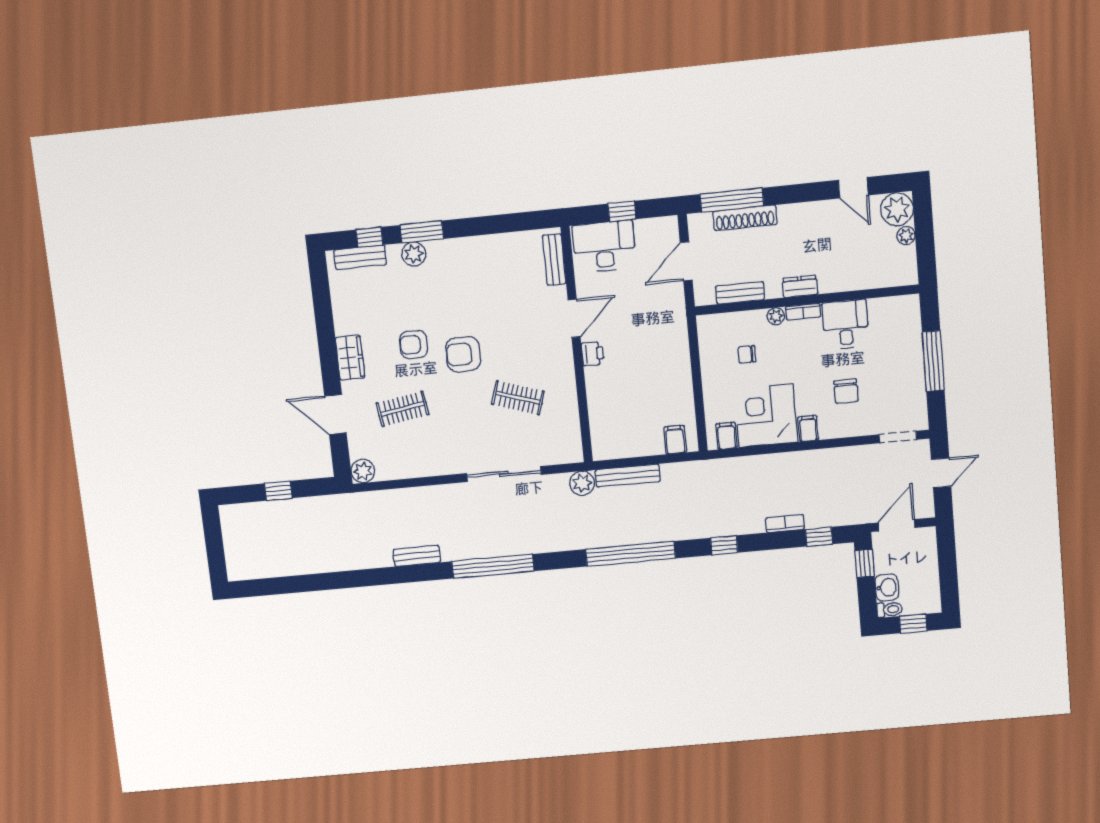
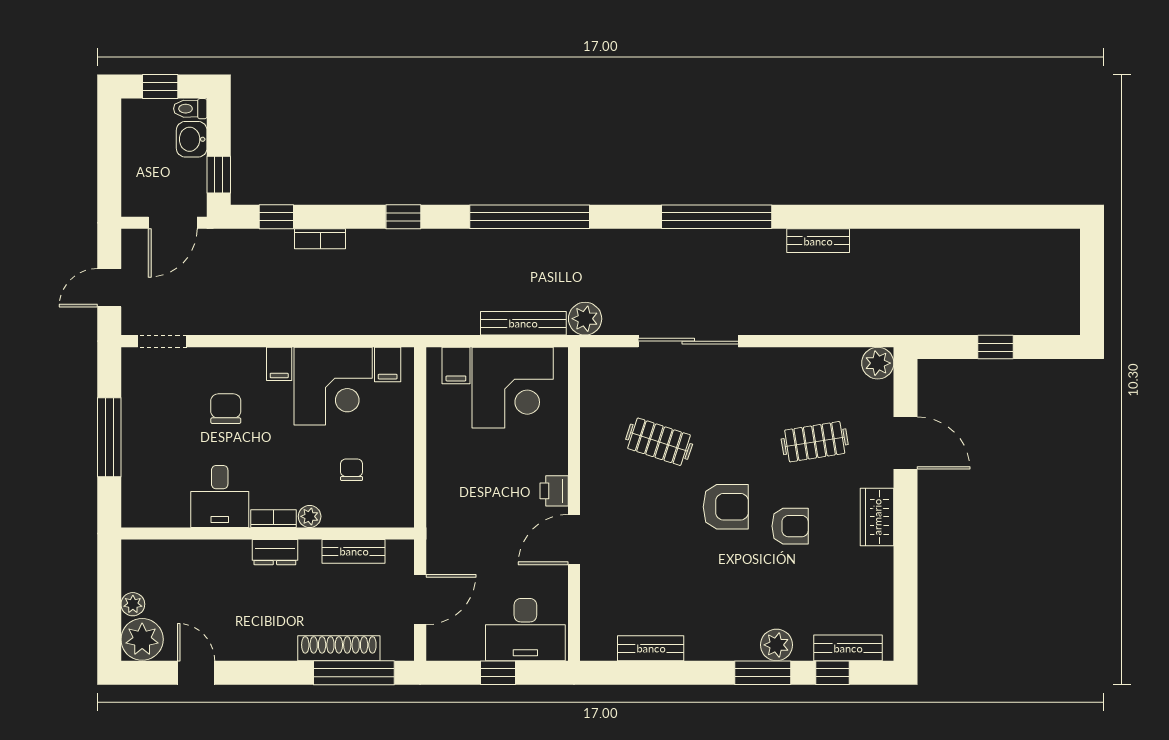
bench: (554, 260) -> (651, 648), moved, turned 90
chair: (747, 354) -> (352, 470), turned -90
corner desk: (631, 427) -> (513, 388), added

